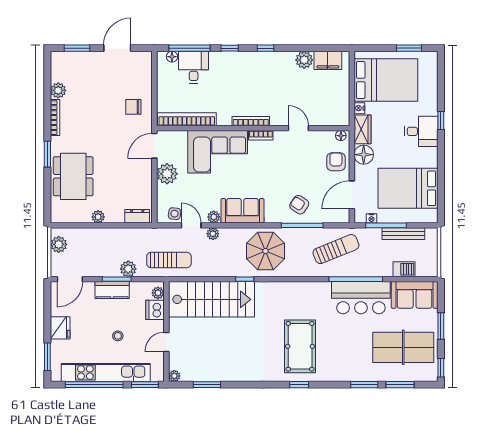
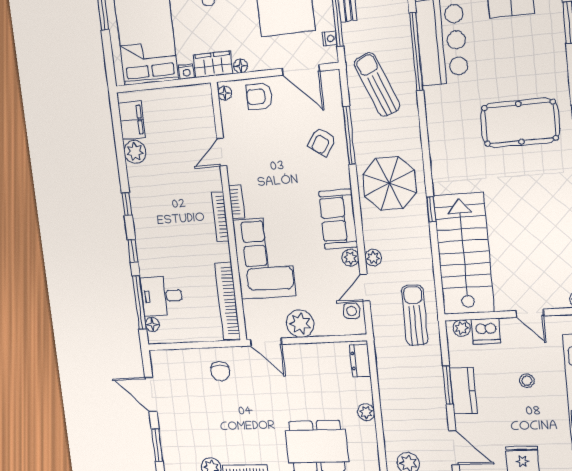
floor lamp: (364, 155) -> (241, 66), width x0.53, depth x0.53
plant: (128, 269) -> (432, 370), removed

